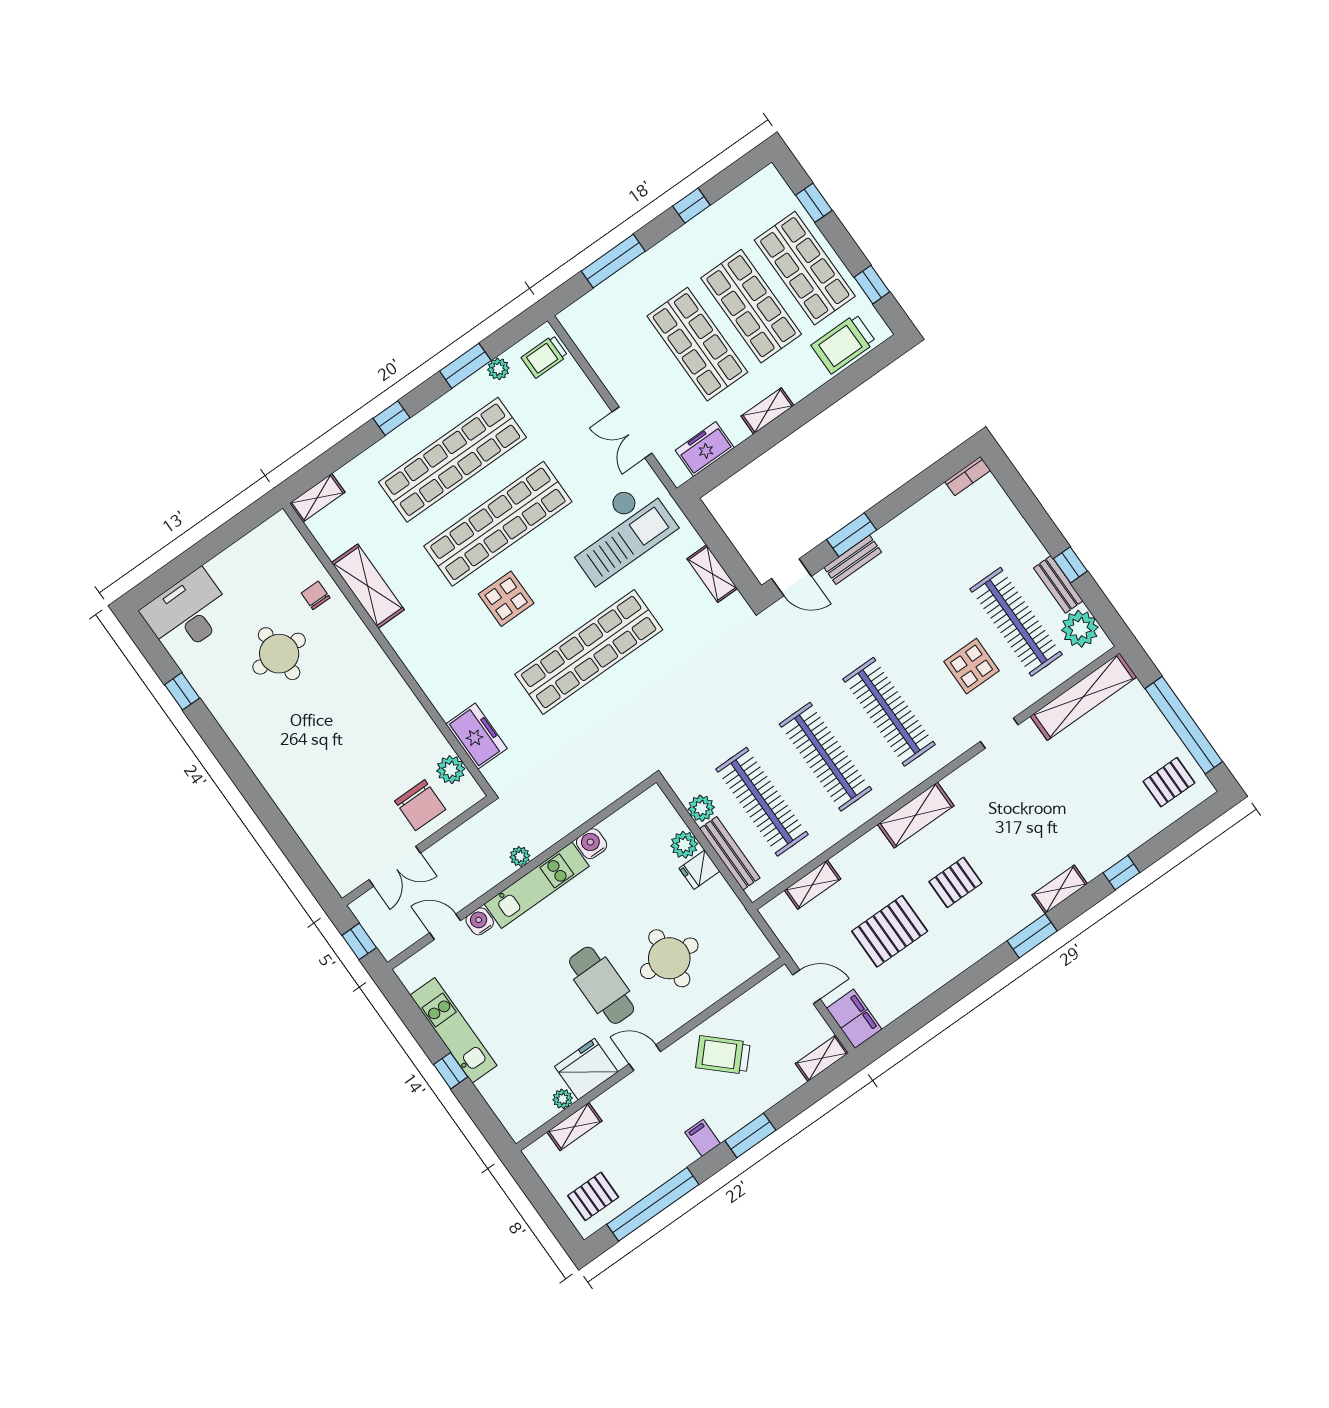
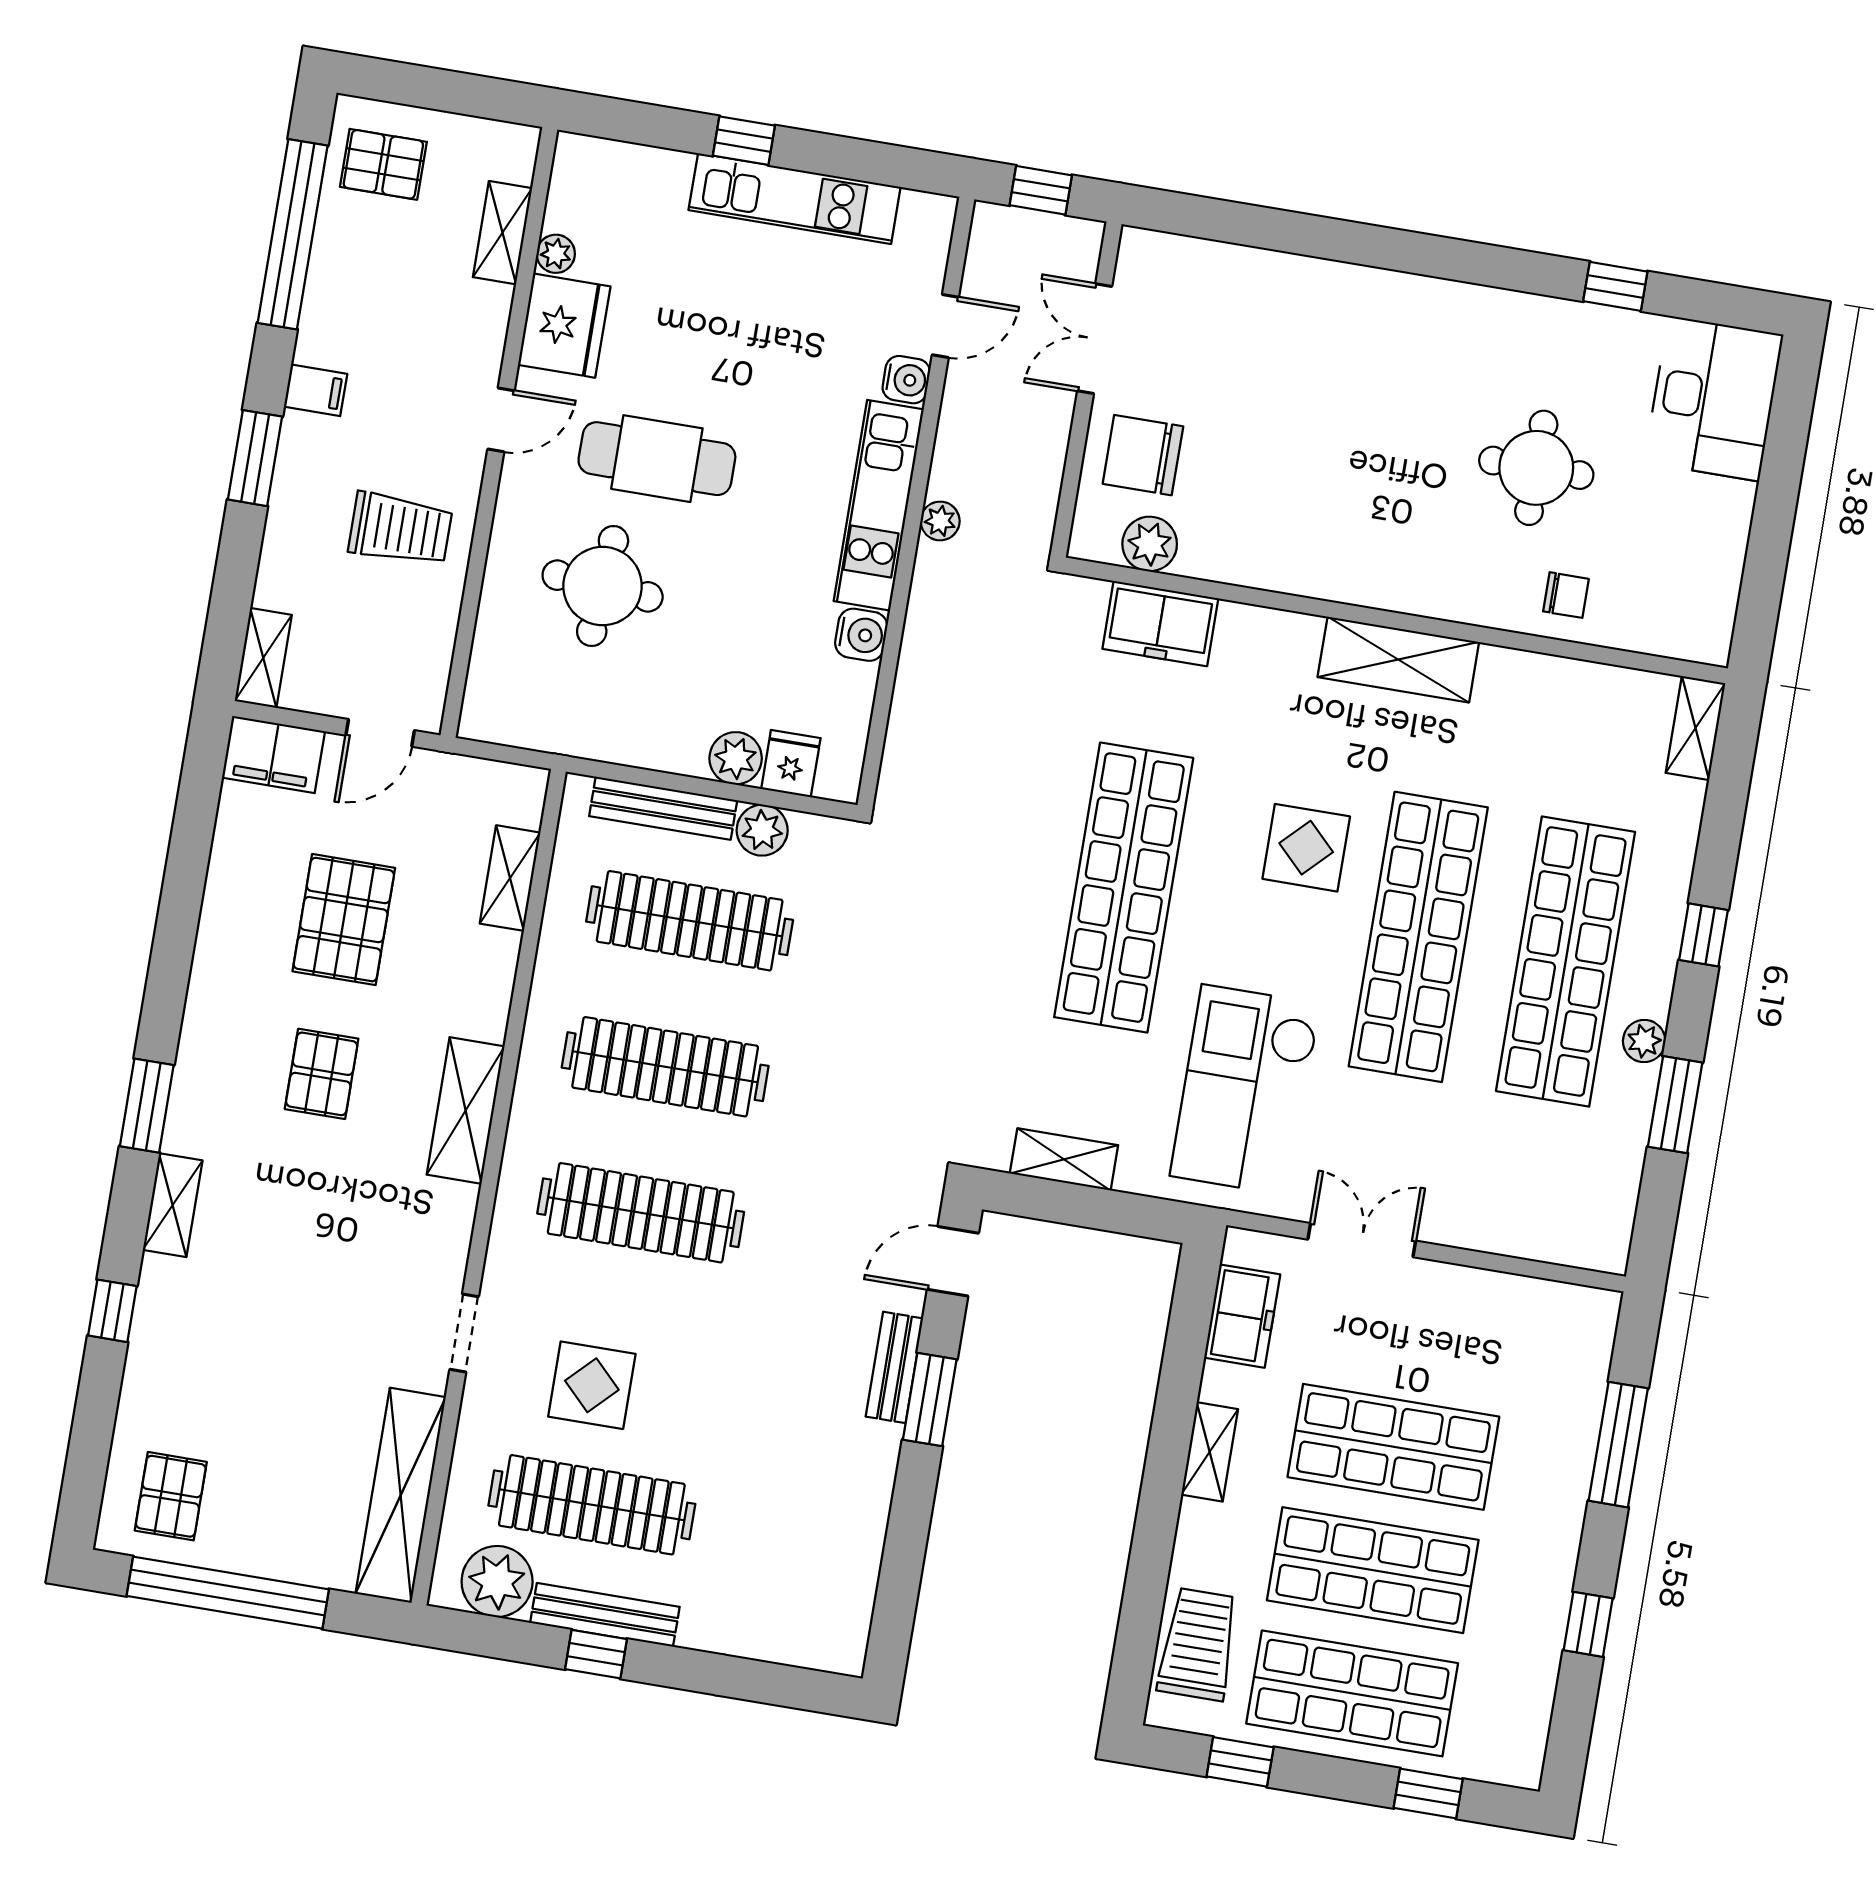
trolley: (544, 357) -> (1582, 1224), removed
plant: (498, 369) -> (1644, 1041), moved
bookcase: (968, 476) -> (853, 1635), removed
bench: (1058, 584) -> (605, 1615), width x1.36
shelving: (368, 586) -> (1398, 660), moved
fridge: (699, 870) -> (791, 764), moved
trolley: (723, 1055) -> (400, 529), turned 47
pallet: (593, 1196) -> (383, 164), turned 90

